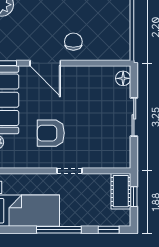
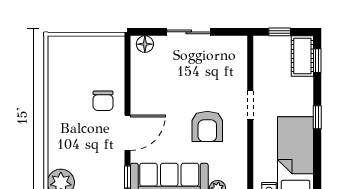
chair: (73, 42) -> (103, 101), turned -90
cot: (121, 191) -> (302, 56), moved, turned 90
window: (59, 230) -> (317, 117), width x0.46

